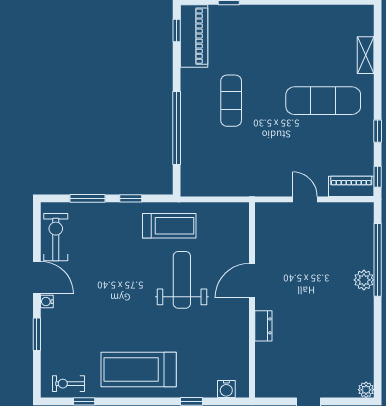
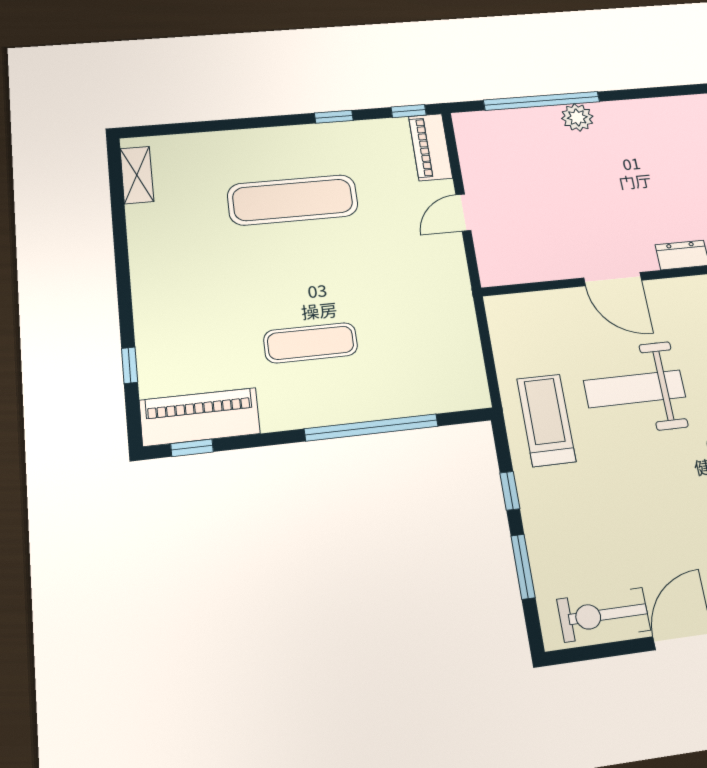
shelving: (366, 55) -> (137, 175), moved, turned 90
exercise mat: (323, 101) -> (293, 200), turned 90

